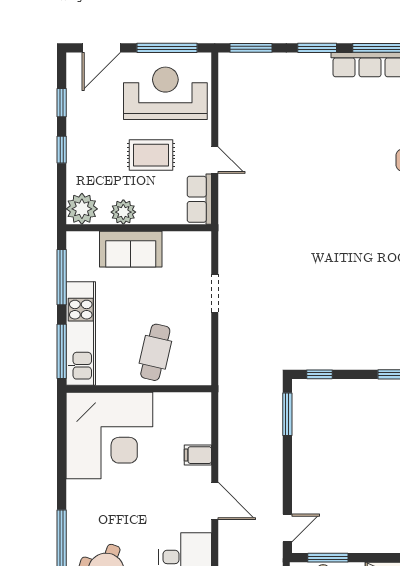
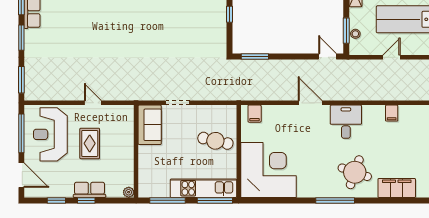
door: (215, 160) -> (93, 103), hinge flipped
row of seats: (199, 199) -> (90, 190), moved, turned 180
plant: (82, 209) -> (129, 192), width x0.53, depth x0.53
plant: (123, 212) -> (126, 161), removed
sofa: (131, 249) -> (150, 125), moved
window: (319, 374) -> (229, 14), moved
filing cabinet: (198, 455) -> (255, 114), moved
door: (215, 501) -> (310, 103), hinge flipped

